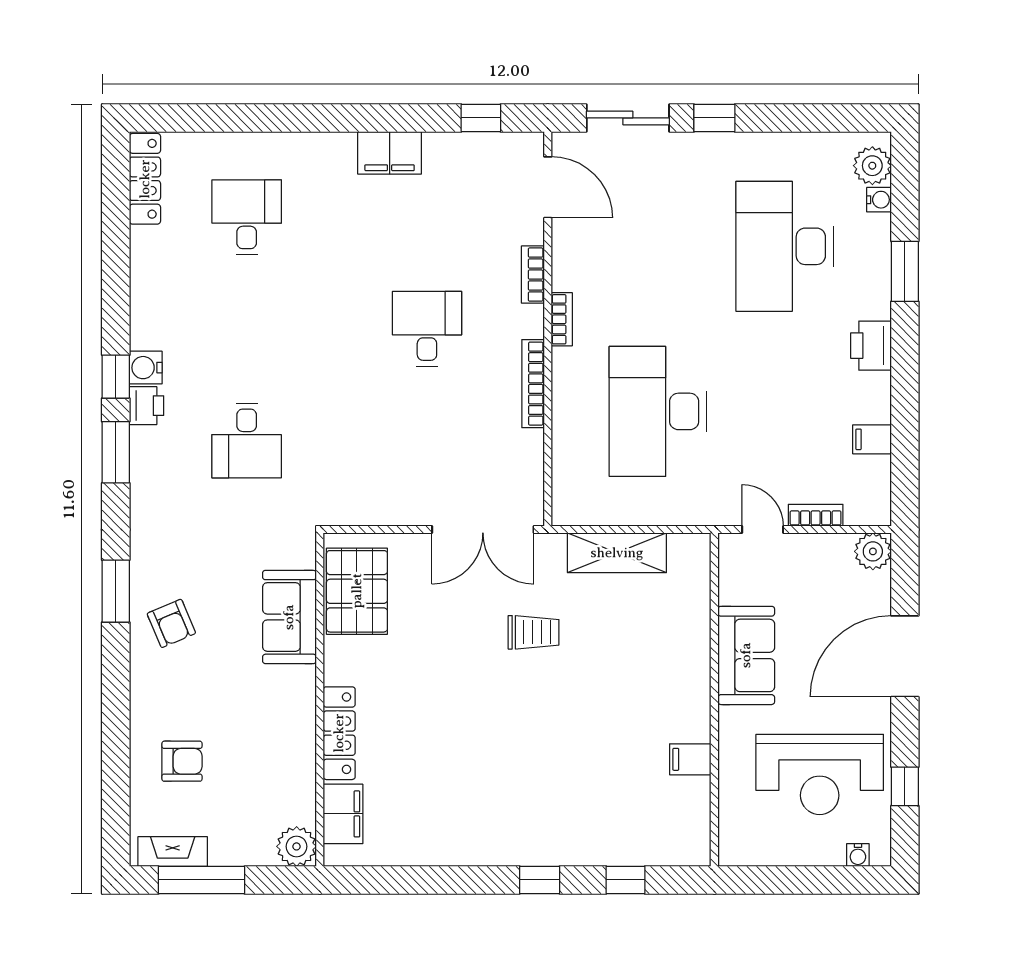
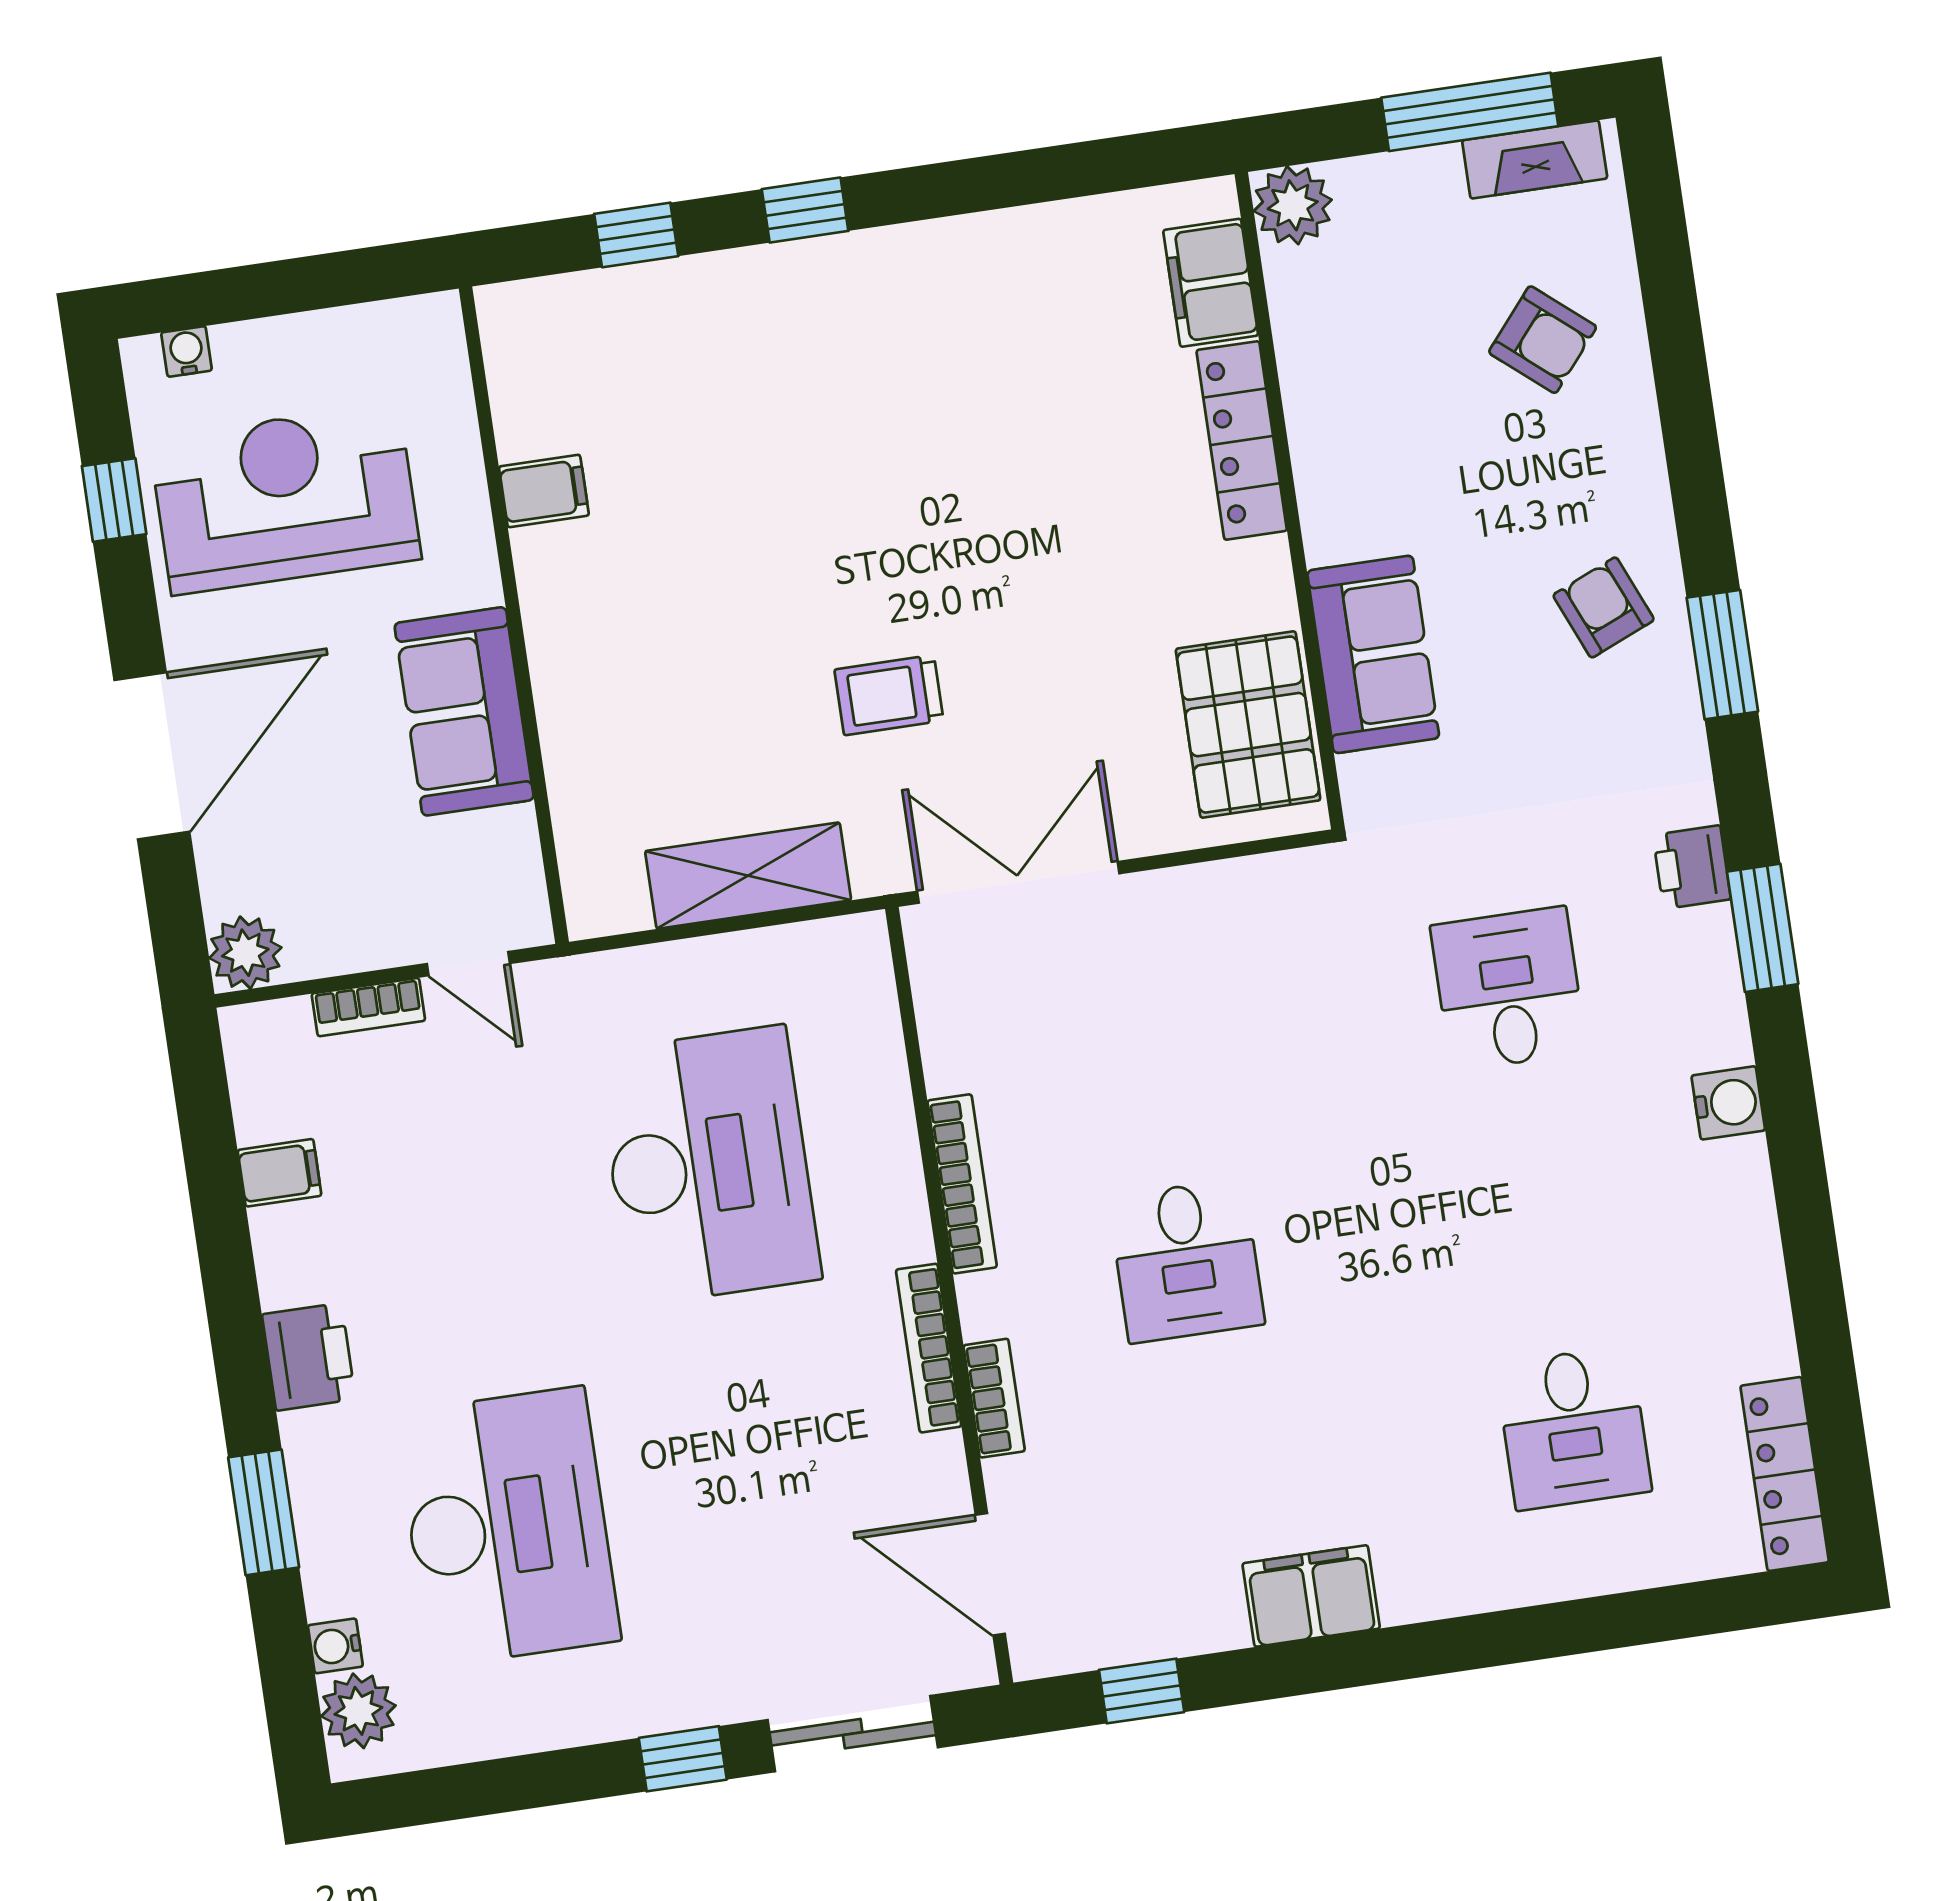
bookcase: (562, 319) -> (929, 1348), width x1.56
window: (116, 377) -> (1785, 1077), removed
printer: (146, 406) -> (1692, 867), moved
armchair: (182, 761) -> (1543, 340), turned -140

